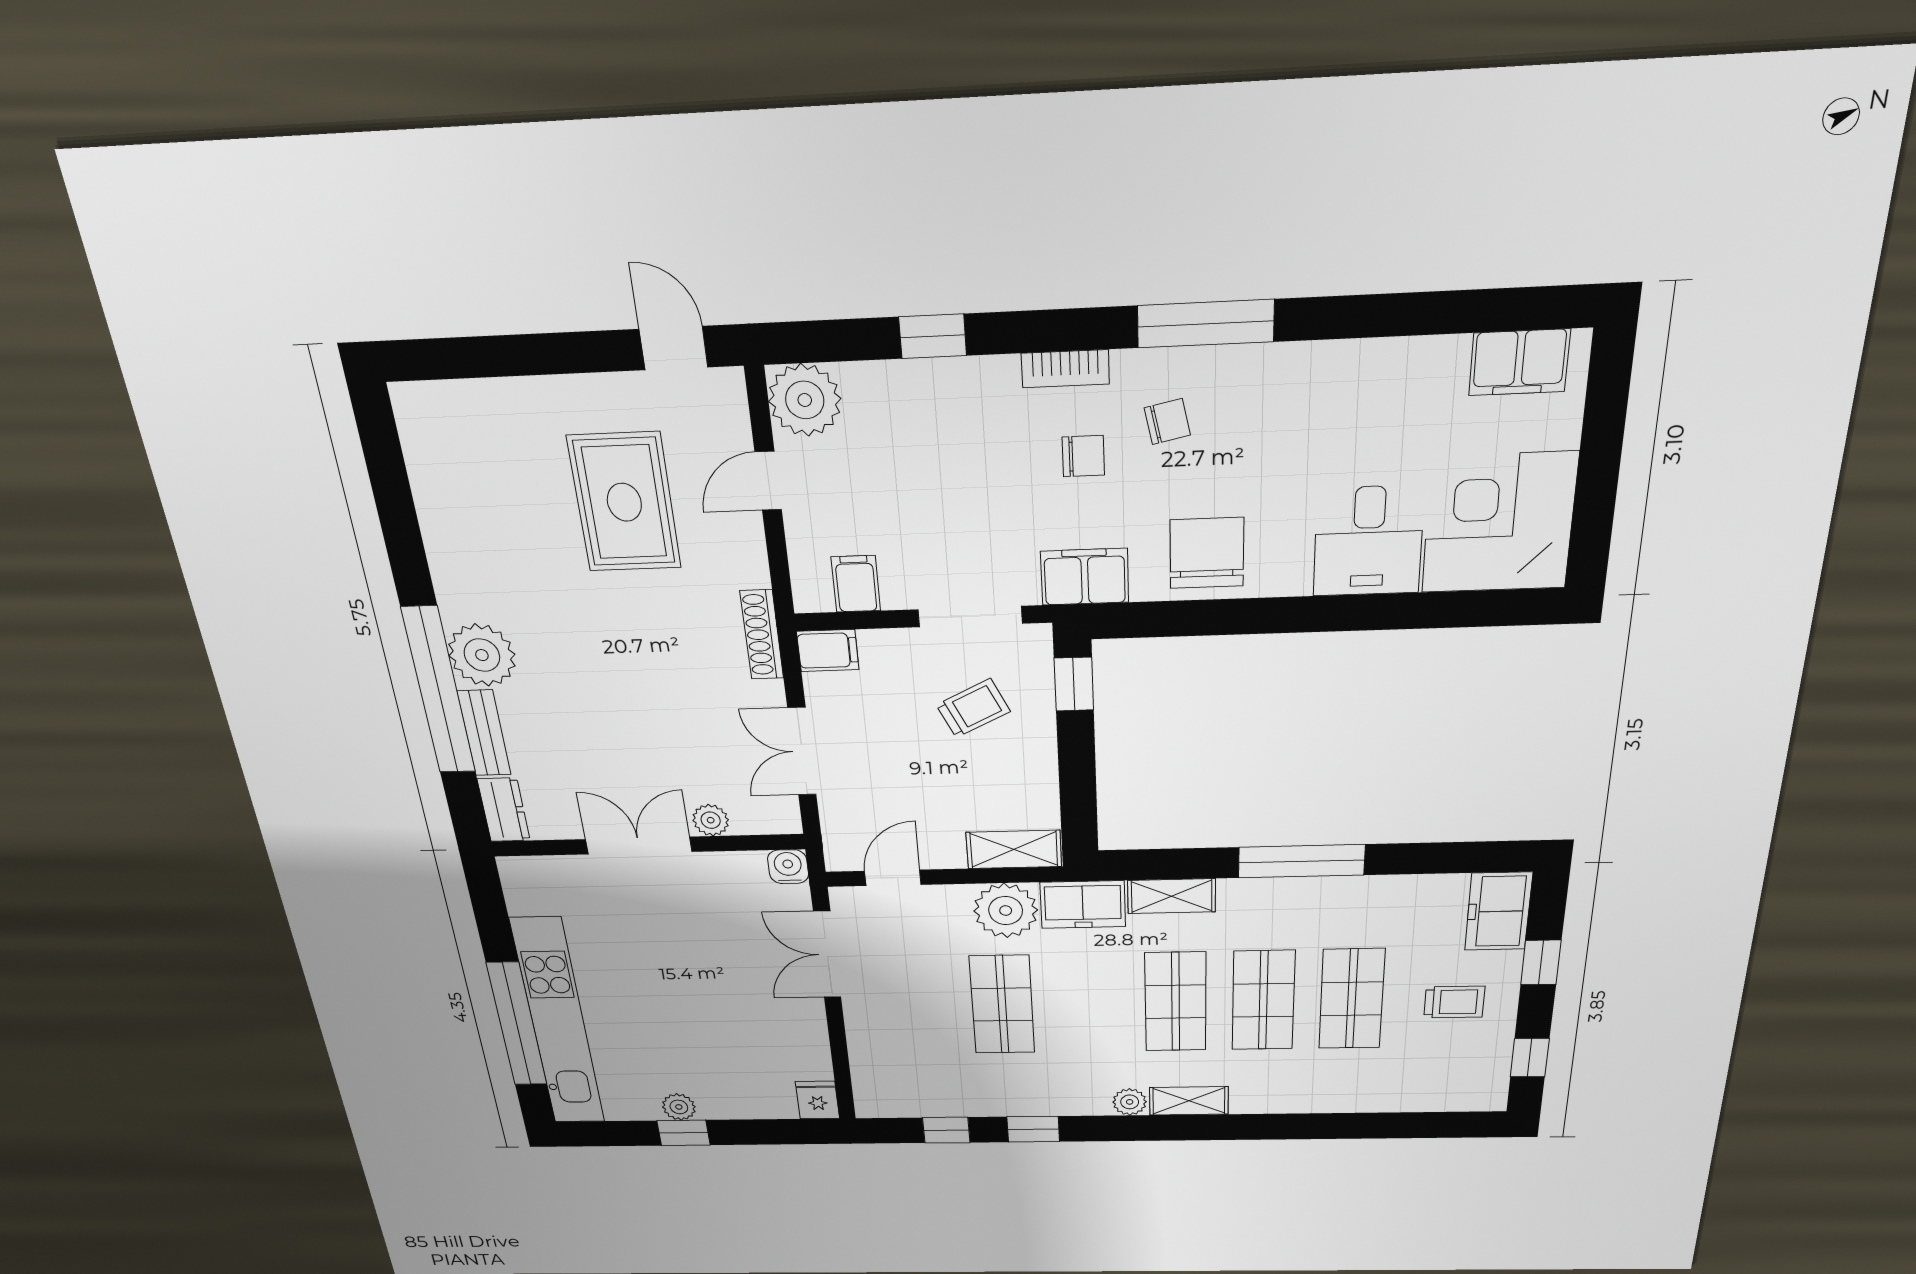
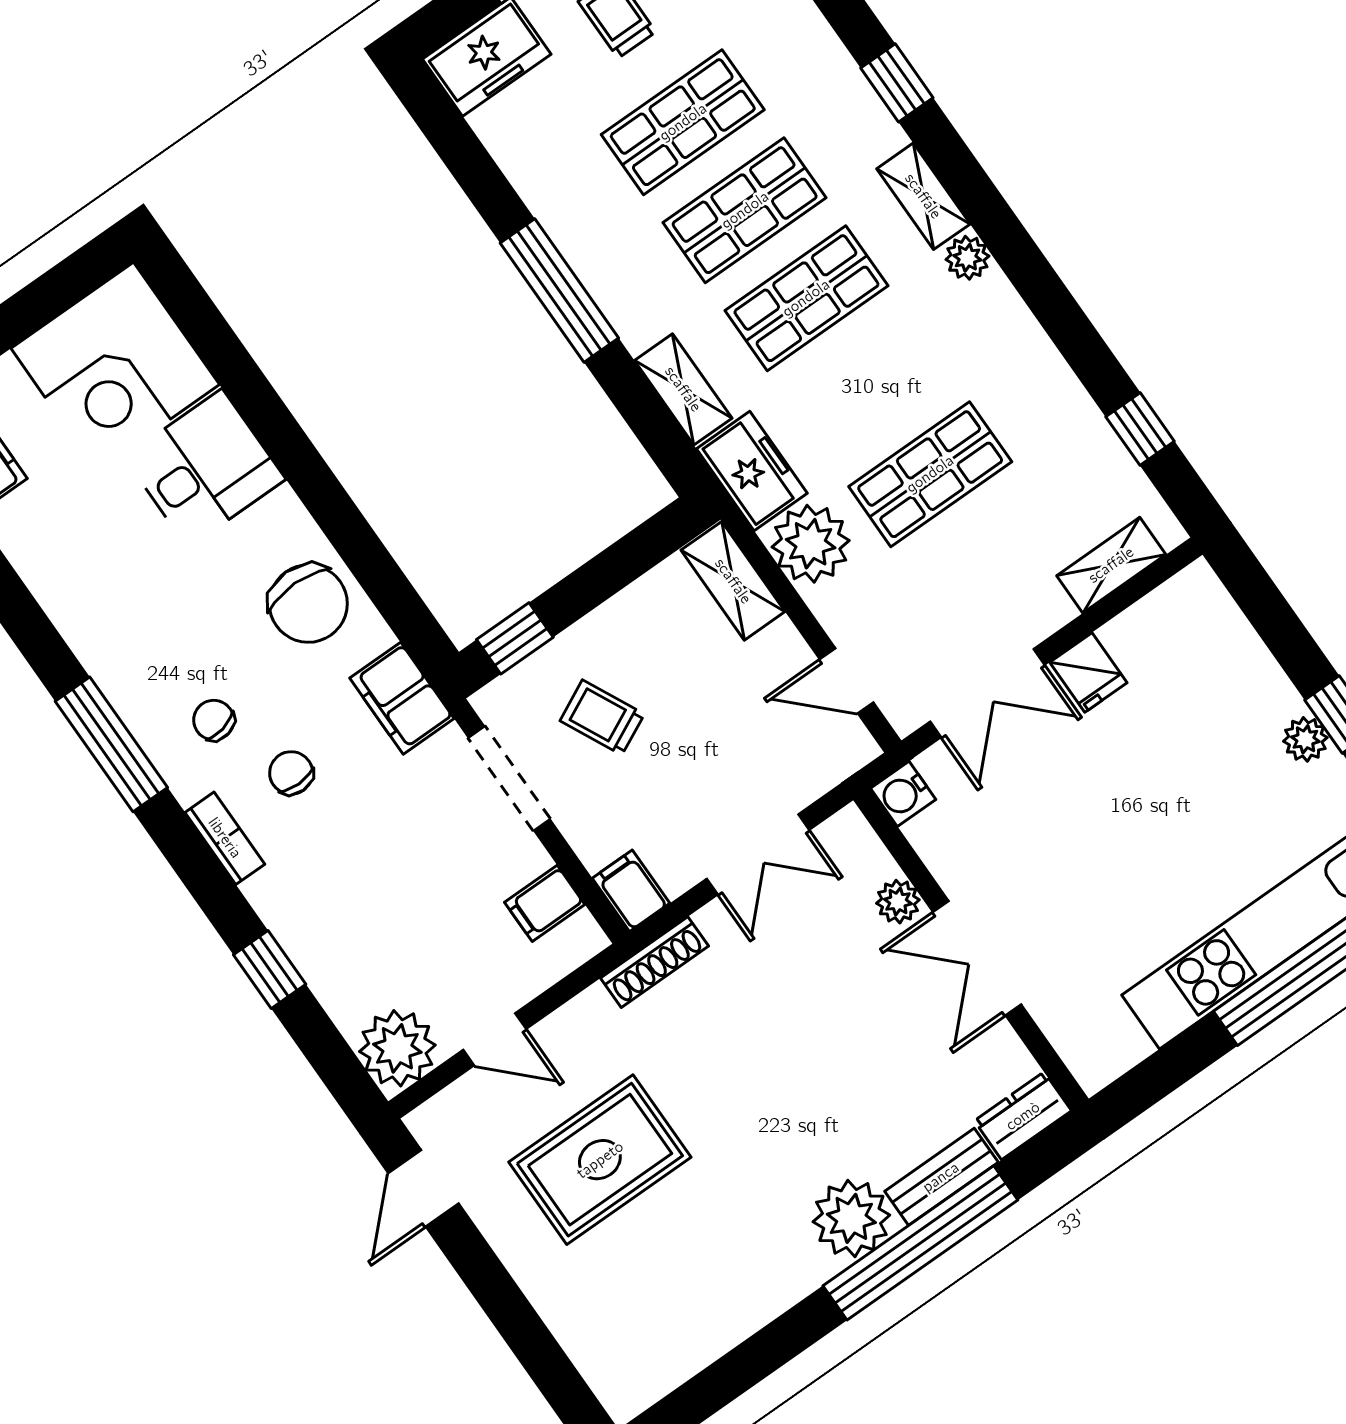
chair: (1207, 553) -> (308, 604), turned -90
shelving: (867, 1068) -> (1111, 565), added
fridge: (817, 1100) -> (1088, 673), moved, turned -90
window: (1033, 1129) -> (897, 83), moved

